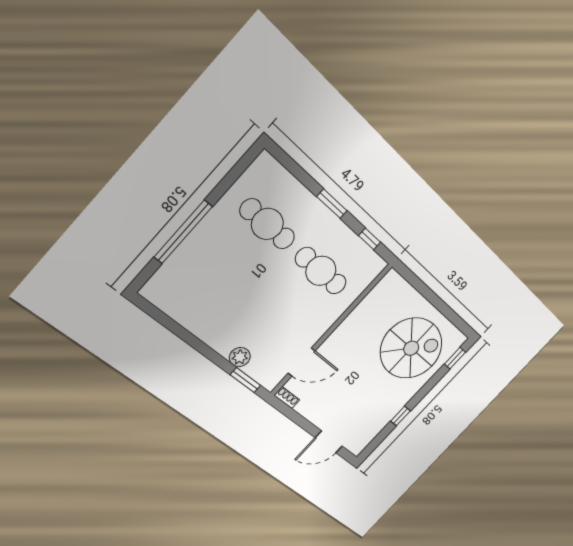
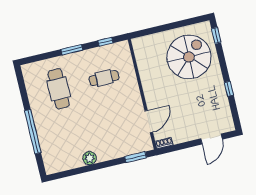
cafe table: (267, 224) -> (59, 89), turned 90
cafe table: (321, 271) -> (104, 78), width x0.73, depth x0.74
plant: (240, 357) -> (90, 158), moved

